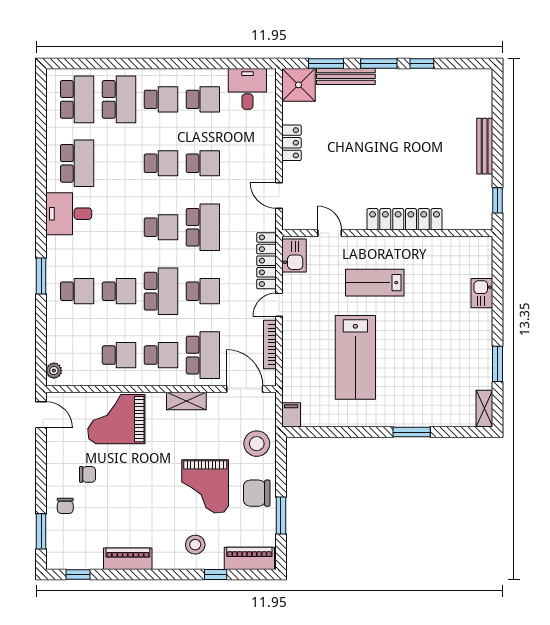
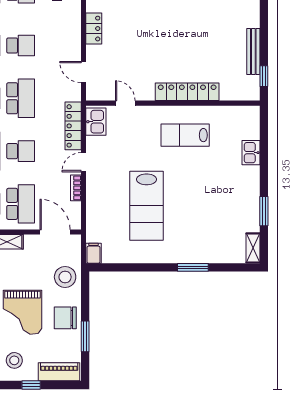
bench: (485, 146) -> (253, 51), moved
lab bench: (375, 283) -> (185, 135), moved
bookcase: (270, 345) -> (76, 188), width x0.64

